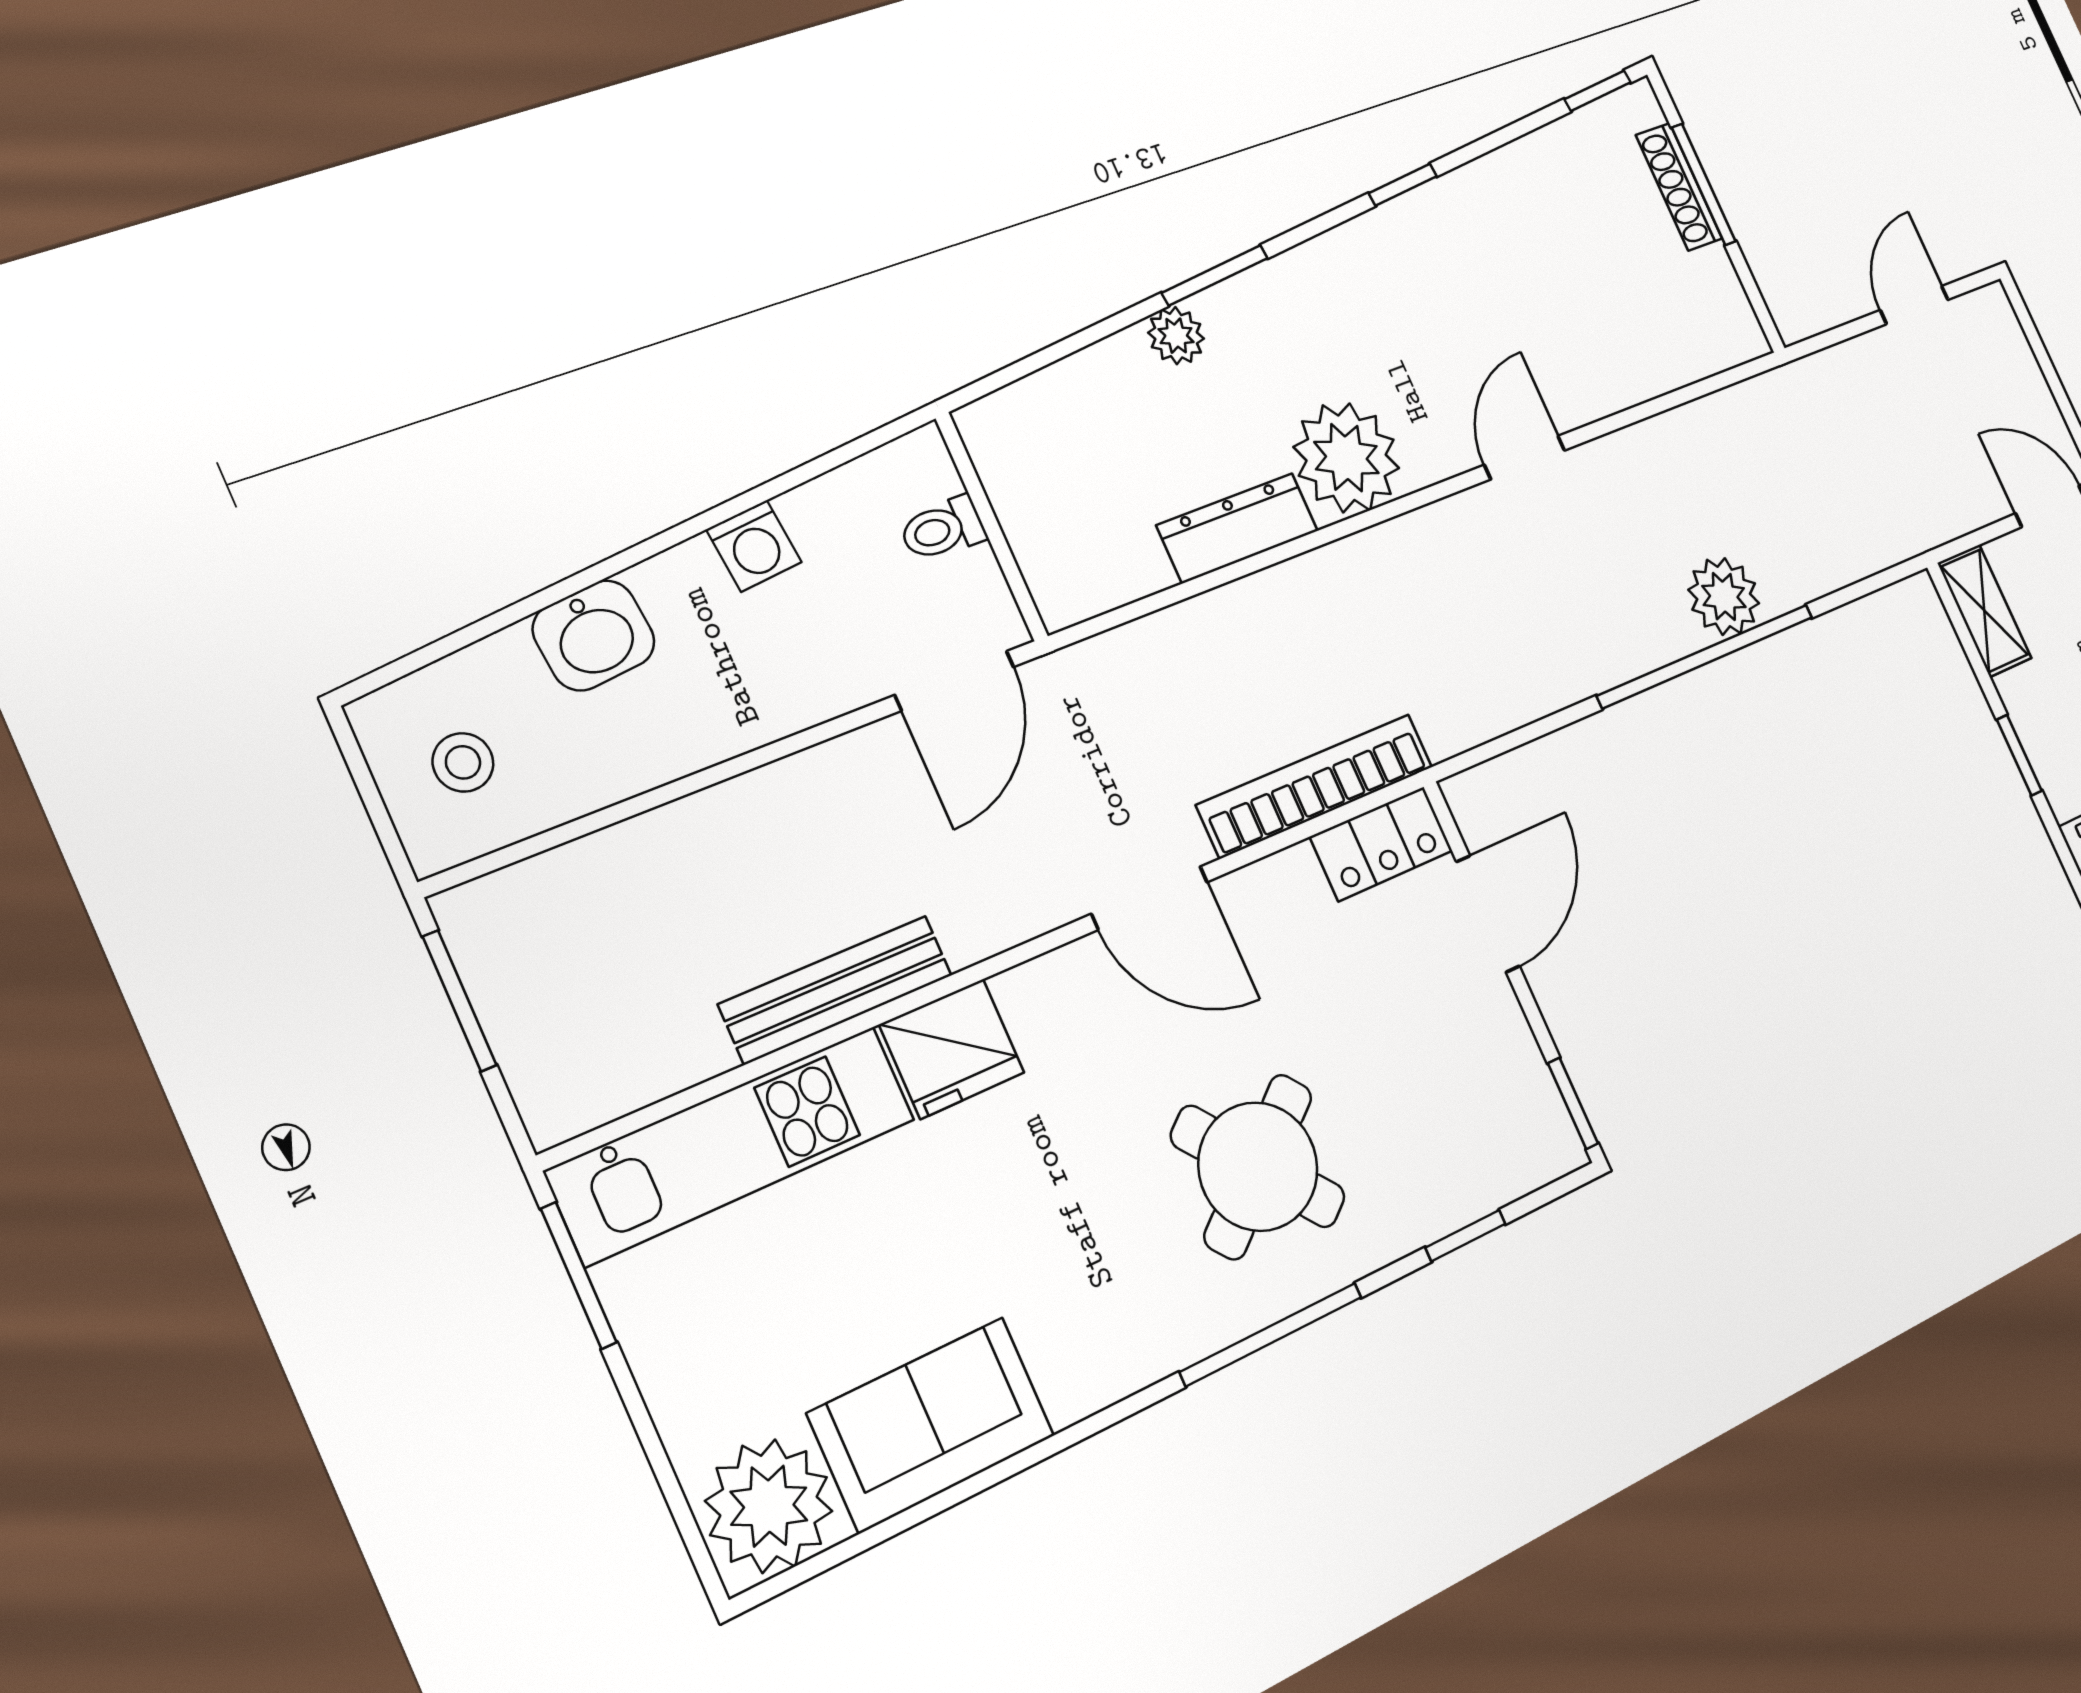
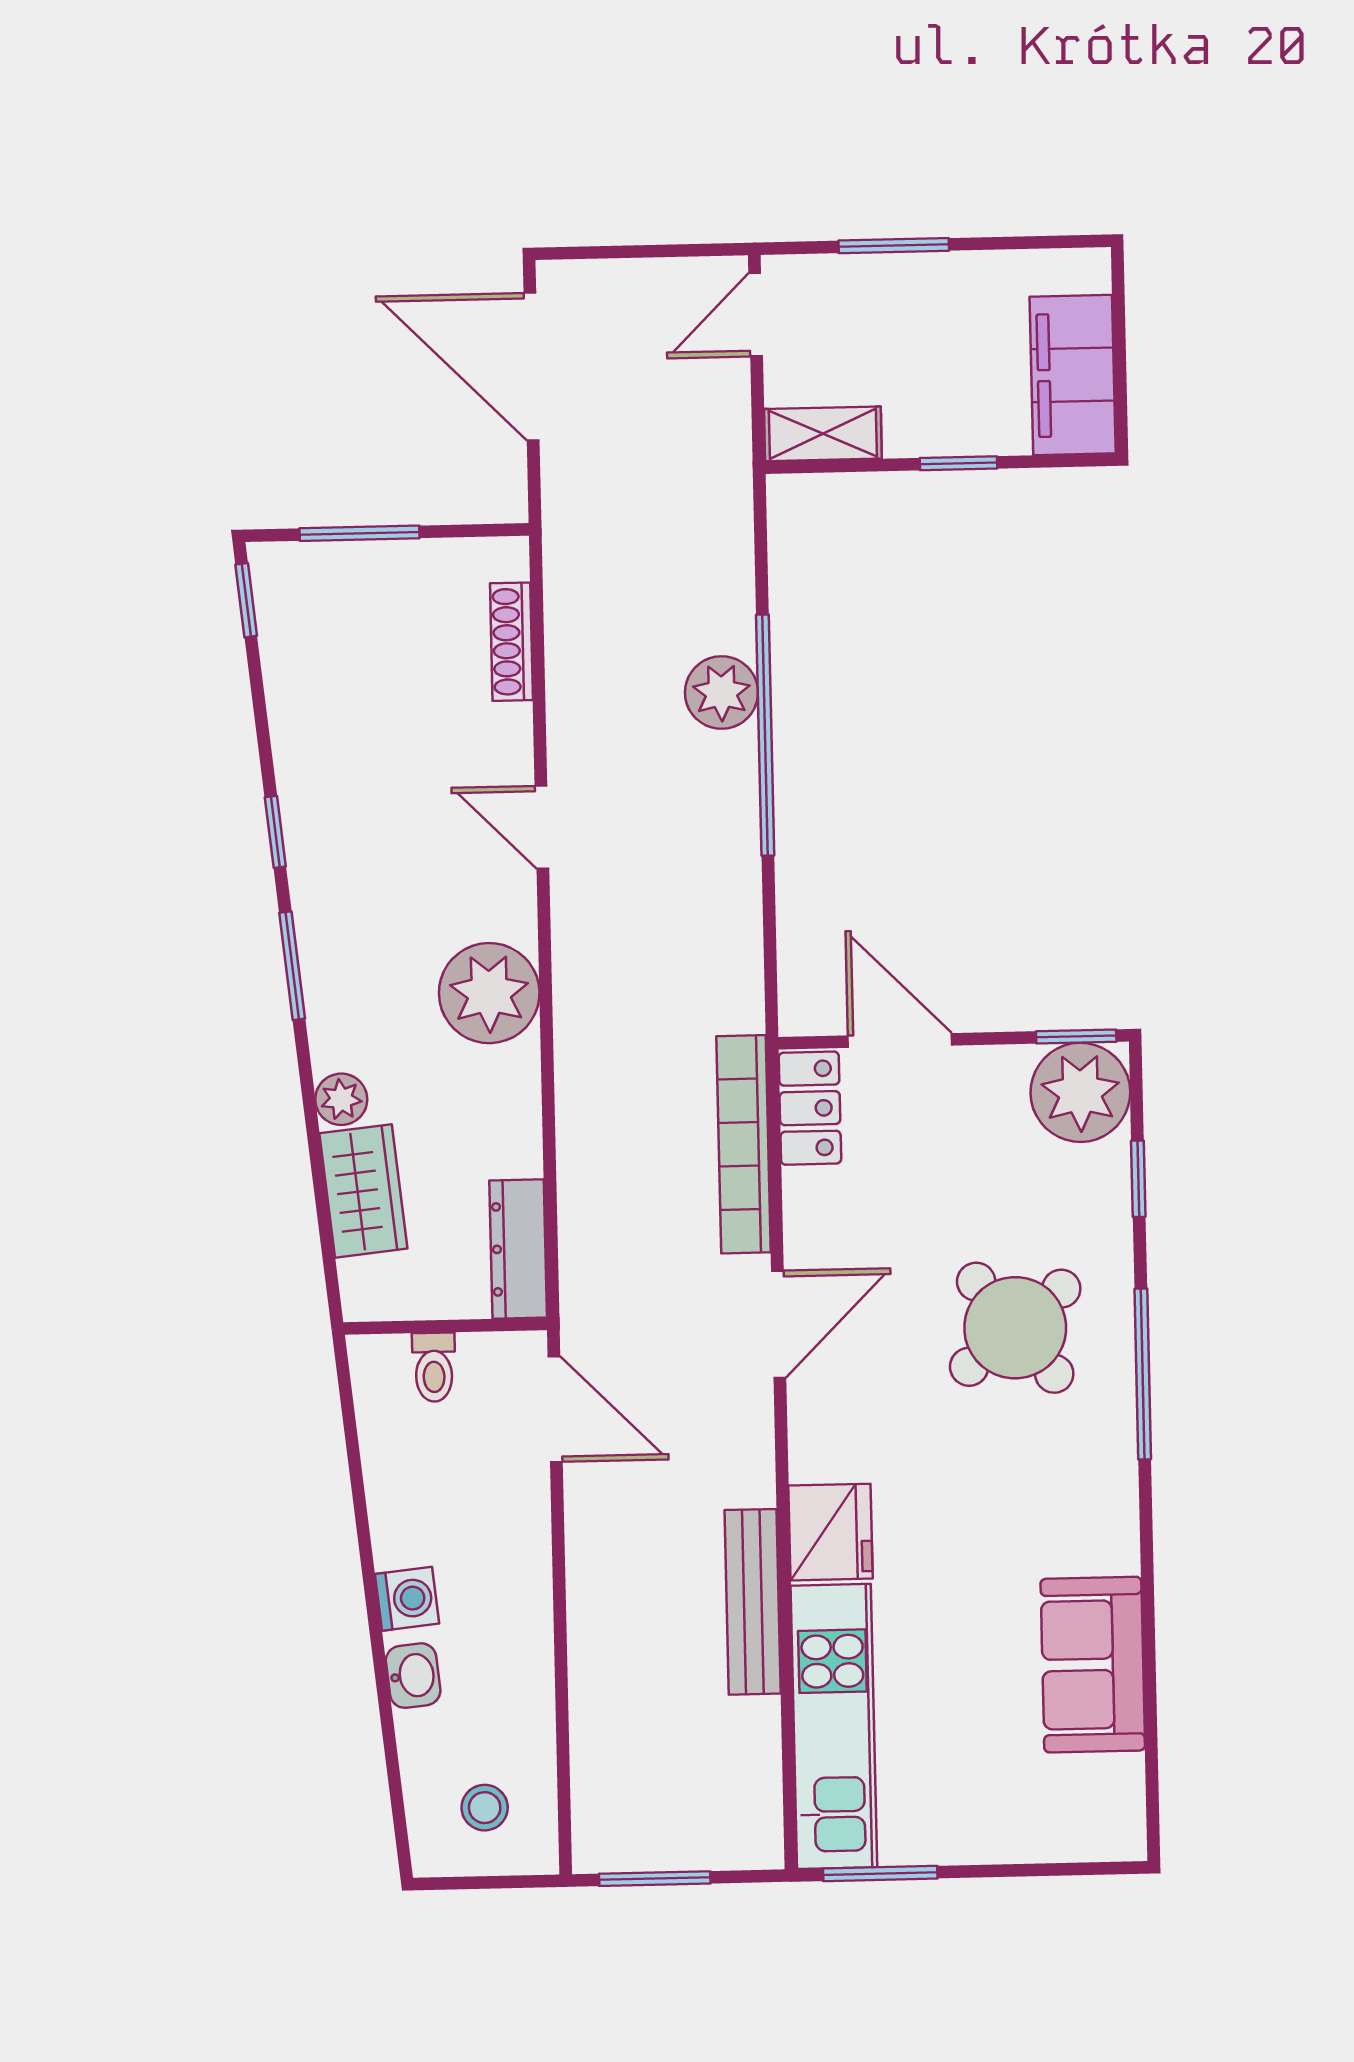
shoe rack: (1679, 187) -> (511, 642), moved, turned 90
window: (1215, 275) -> (292, 966), moved
door: (1914, 305) -> (531, 367), width x1.88
wardrobe: (1094, 390) -> (363, 1191), added
dresser: (1238, 528) -> (518, 1249), moved
washing machine: (754, 546) -> (407, 1599), moved
washbasin: (594, 635) -> (413, 1676), width x0.72, depth x0.69
plant: (769, 1506) -> (1080, 1092), moved

